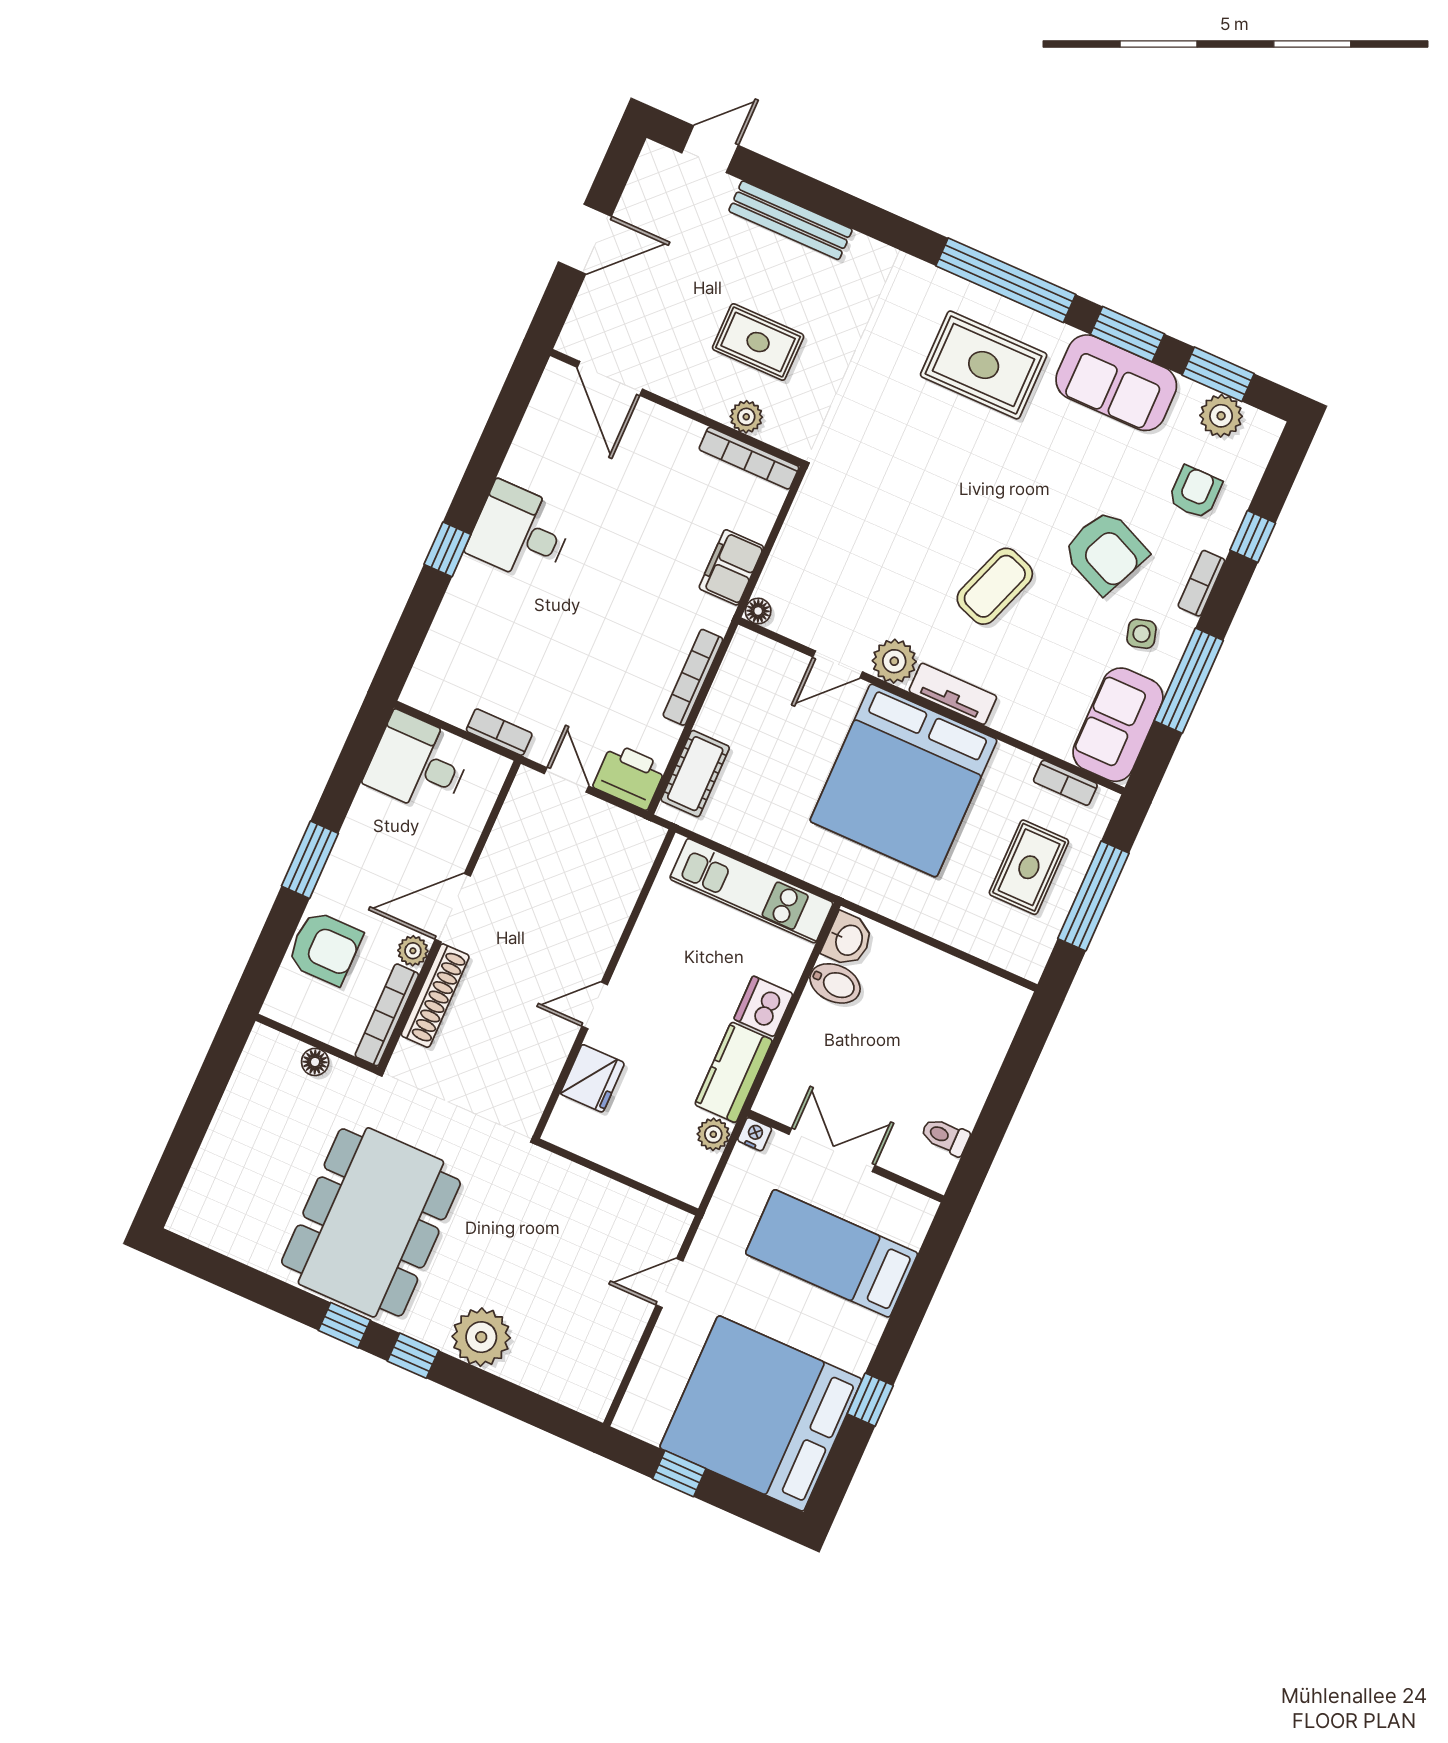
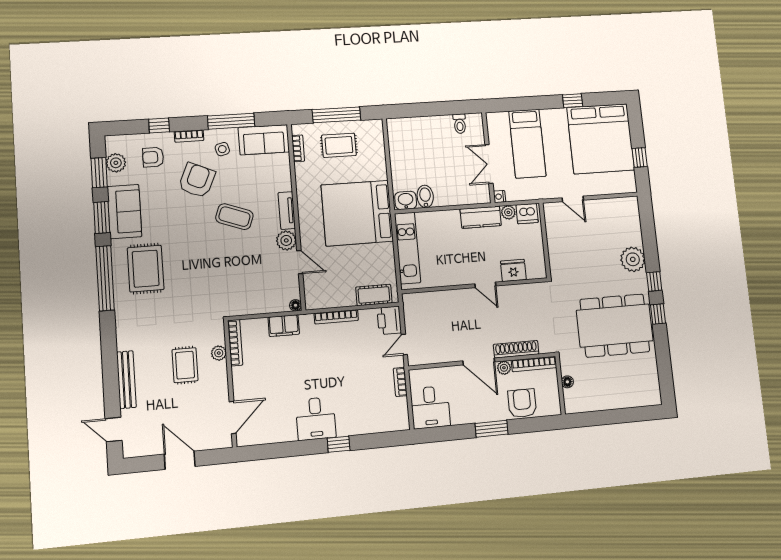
bed: (903, 780) -> (357, 213), moved, turned 180
dishwasher: (763, 1006) -> (527, 214), moved

